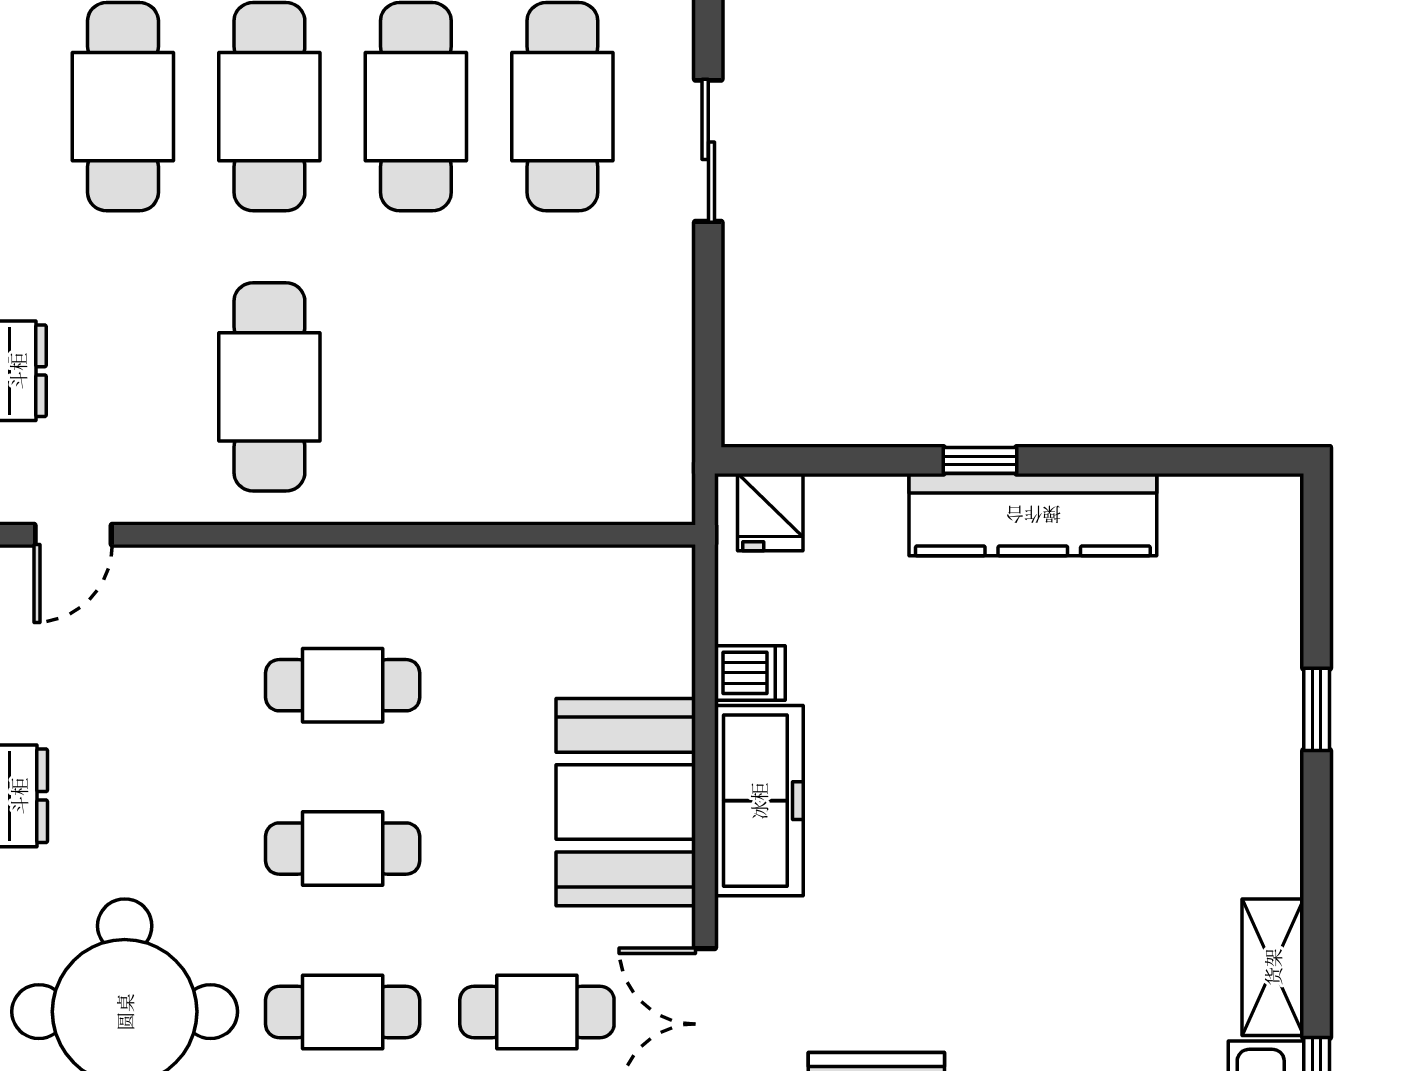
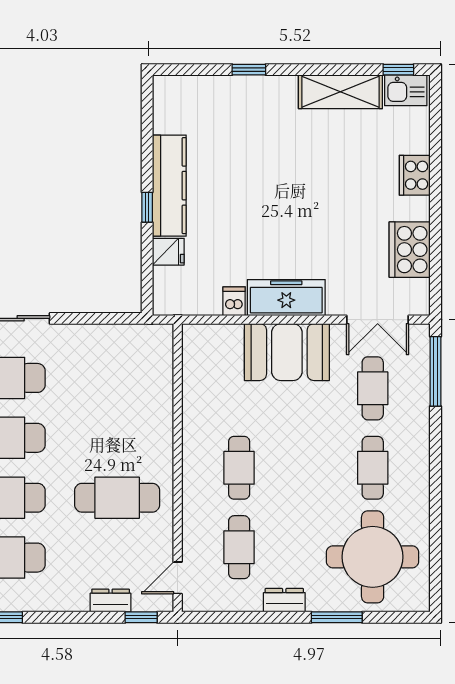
fridge: (770, 512) -> (168, 252), moved
door: (73, 535) -> (178, 578), swing flipped
cafe table: (343, 849) -> (239, 547), moved
shelving: (1273, 967) -> (340, 92), width x1.50, depth x1.33

